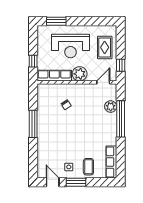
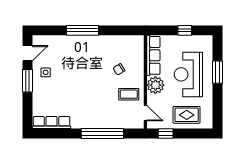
window: (56, 21) -> (218, 72), moved
window: (33, 61) -> (185, 30), moved
plant: (111, 107) -> (117, 122), removed
window: (33, 124) -> (82, 30), moved
coffee table: (88, 167) -> (129, 94), moved

